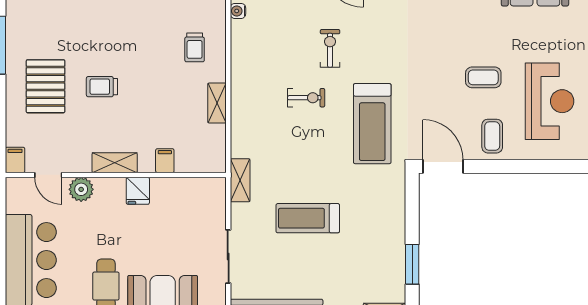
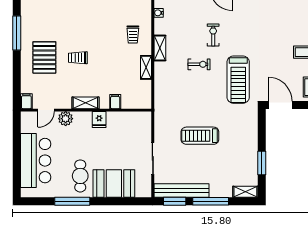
door: (48, 175) -> (46, 110), hinge flipped
shelving: (240, 180) -> (160, 48), moved

